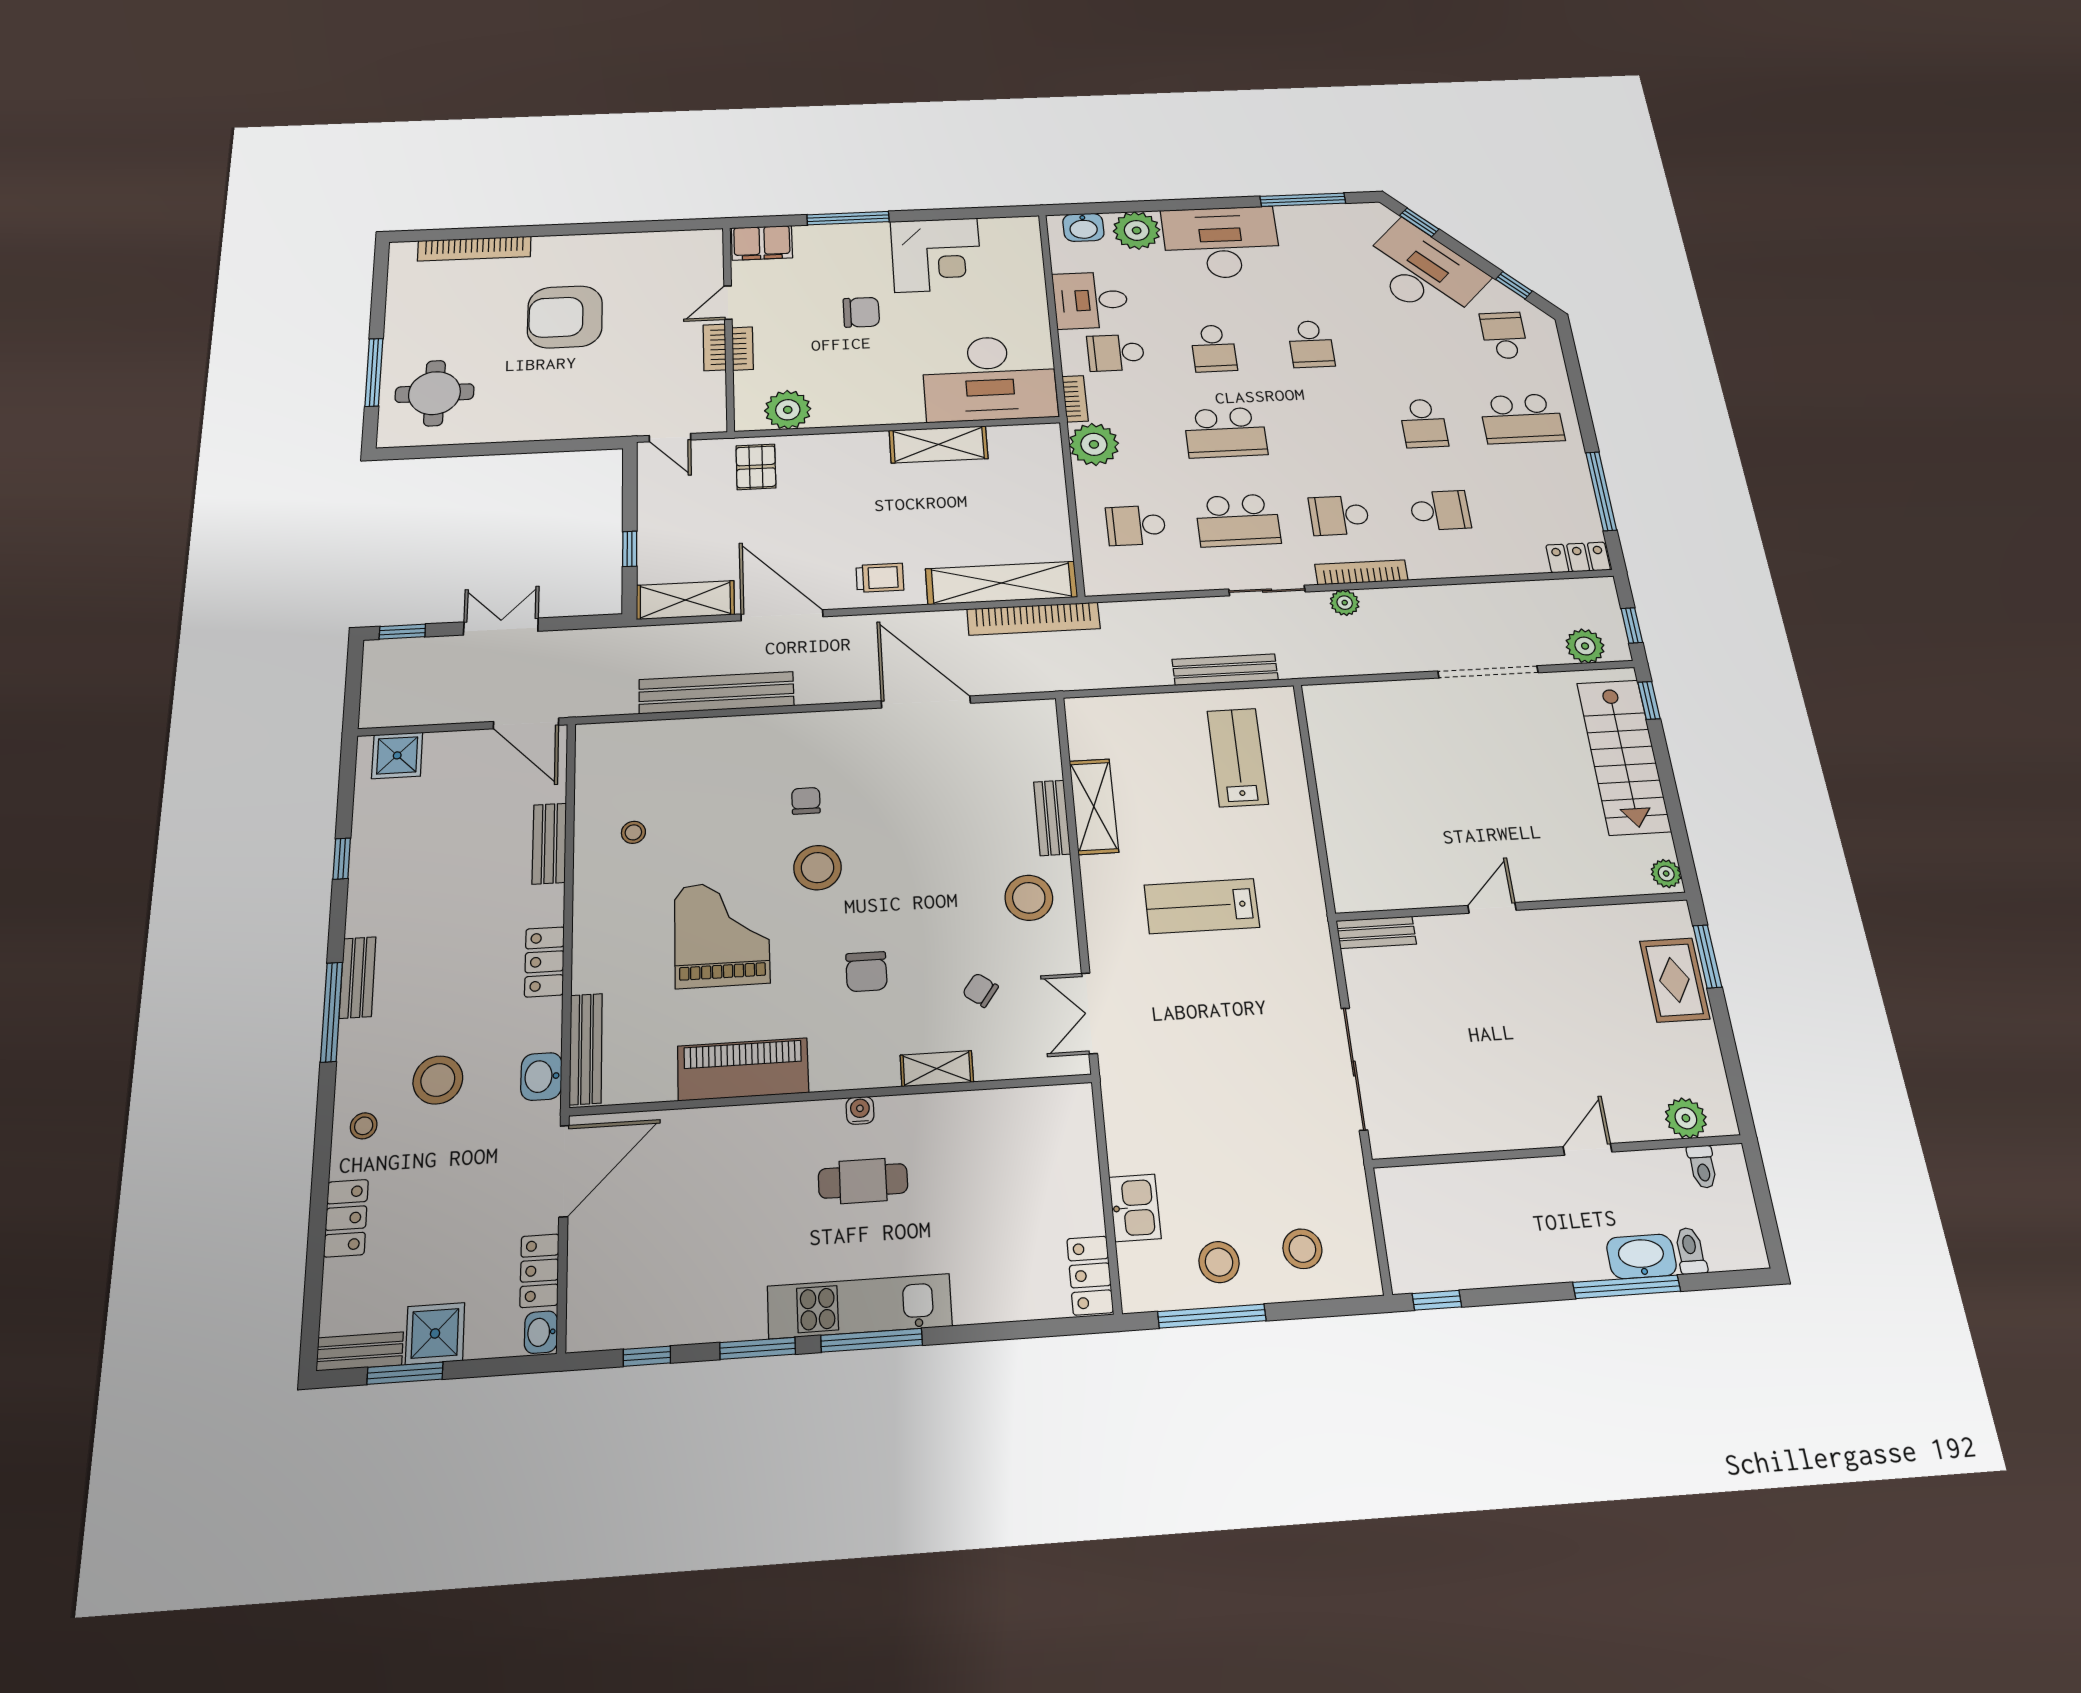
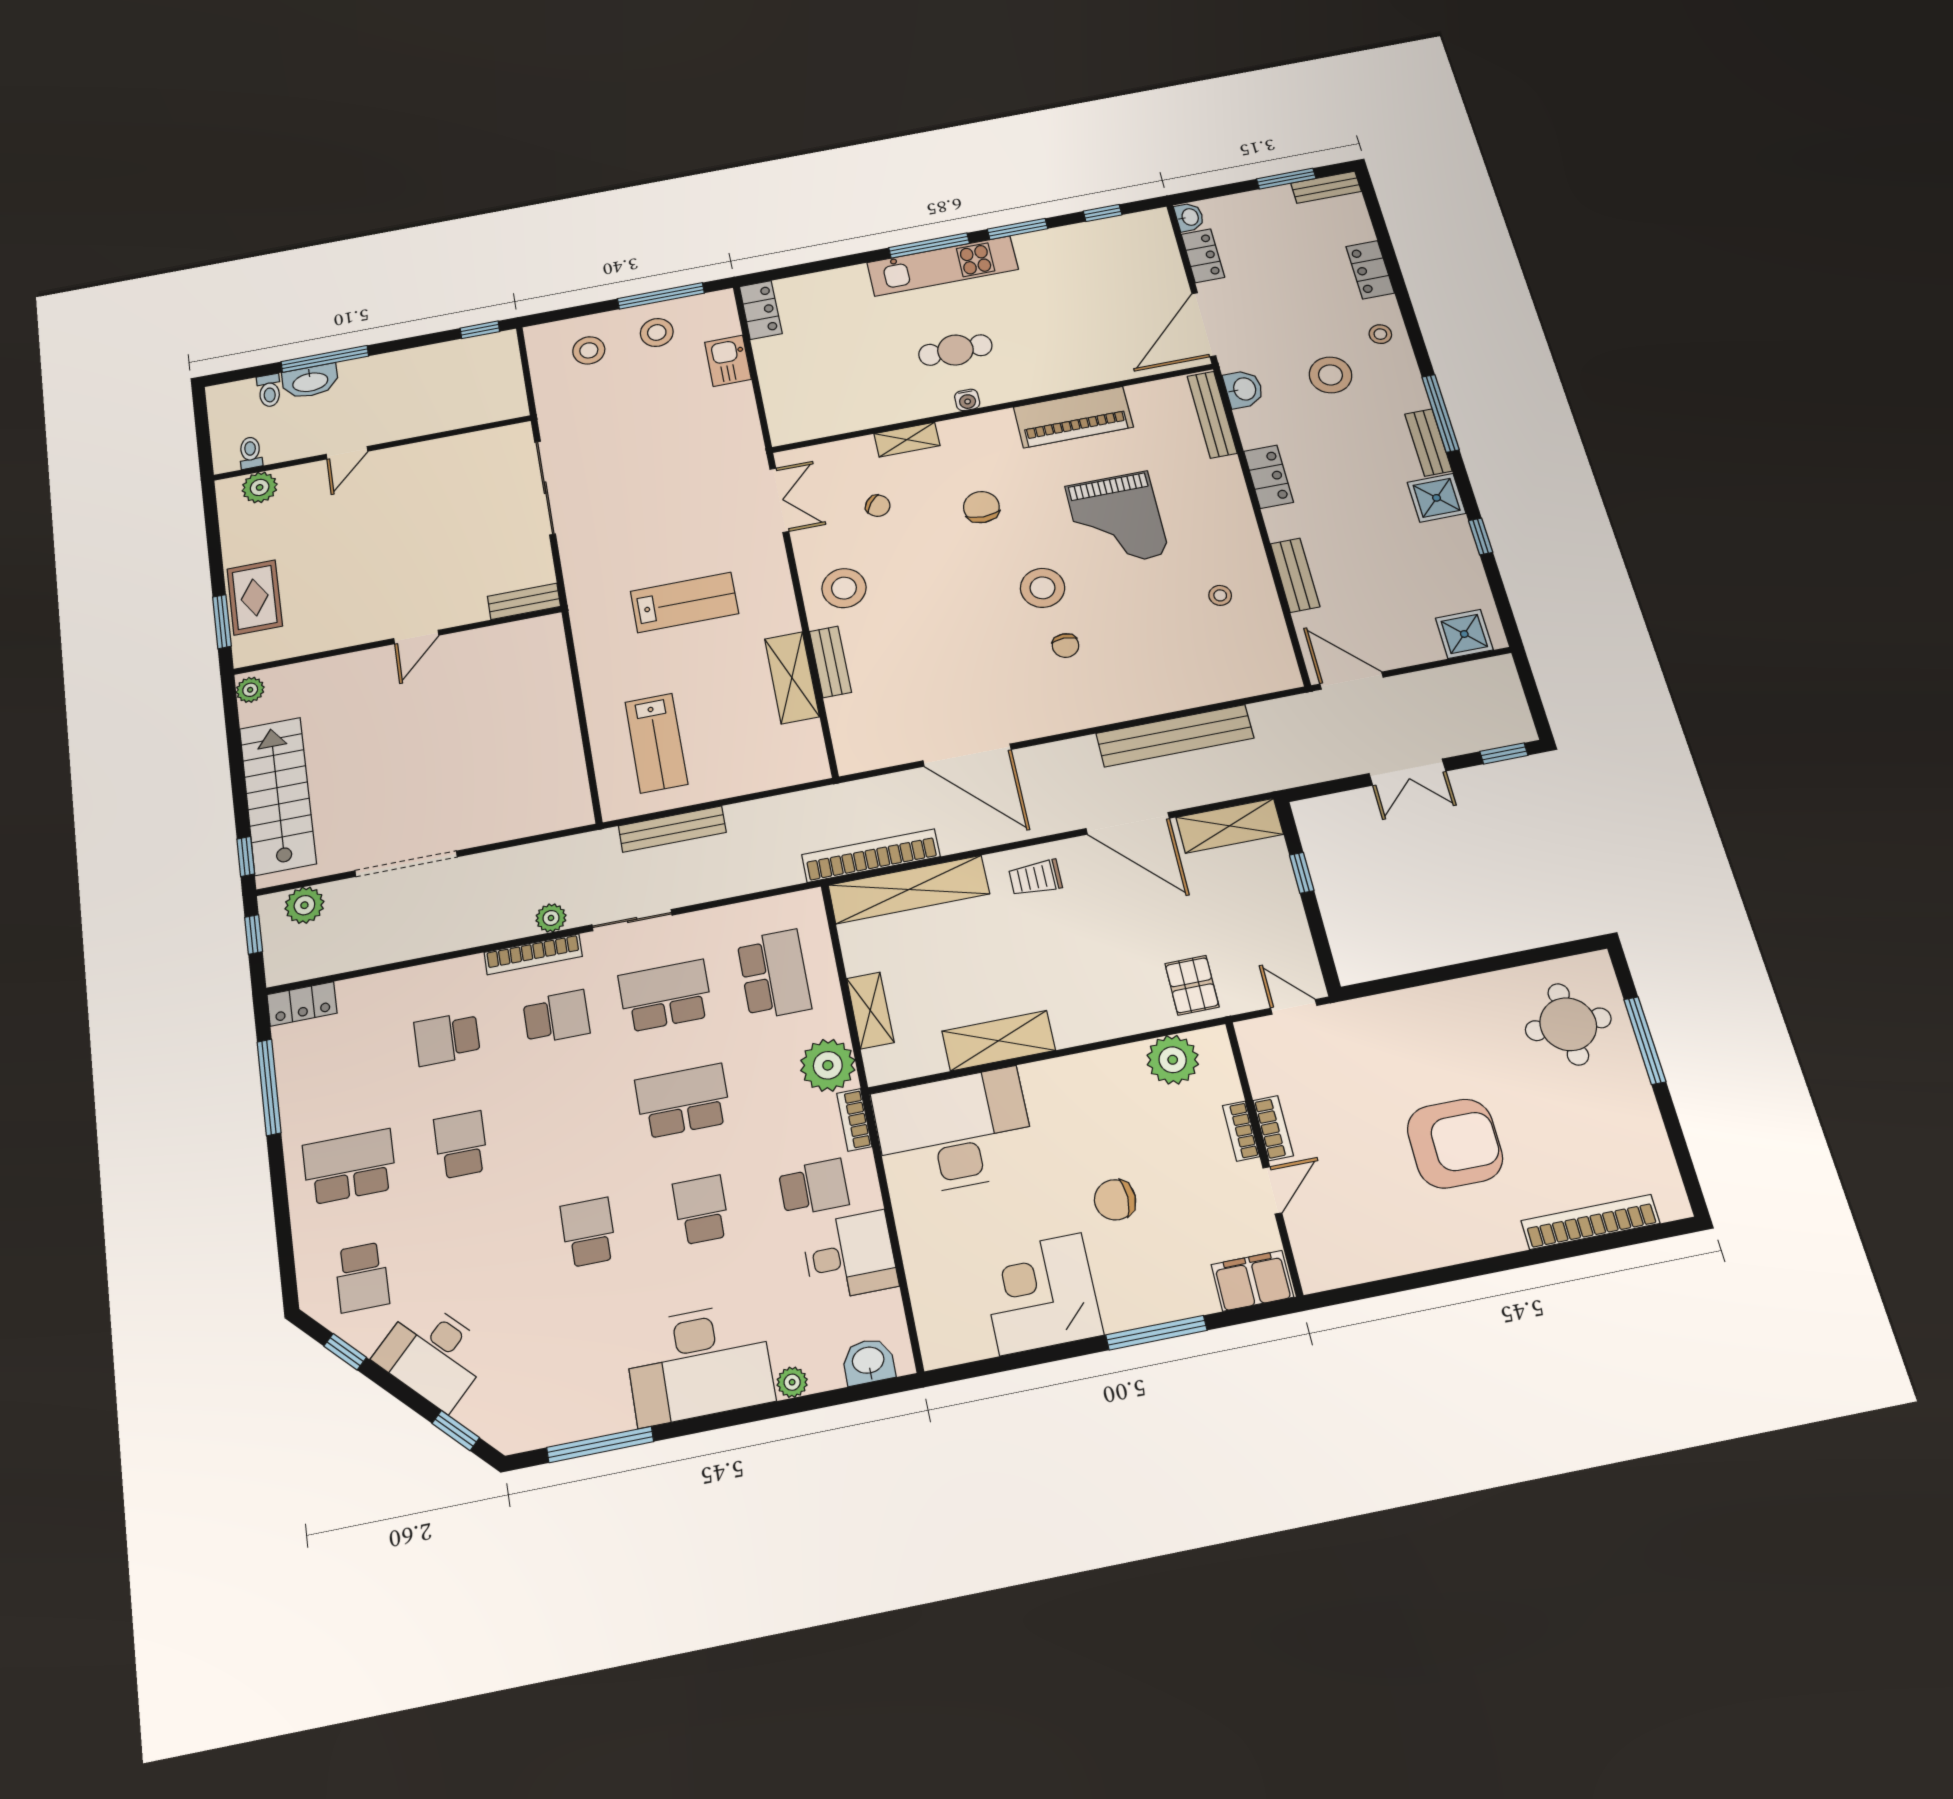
plant: (1137, 230) -> (792, 1382), width x0.53, depth x0.53
desk: (1422, 272) -> (433, 1354), width x0.73, depth x0.77
shelving: (1051, 484) -> (870, 1010), added
school desk: (1136, 525) -> (774, 974), width x1.85
shower: (435, 1333) -> (1437, 498), moved

